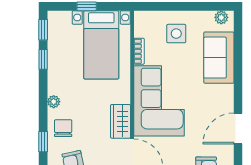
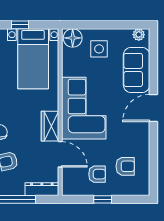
floor lamp: (146, 21) -> (73, 38), added
bookcase: (139, 51) -> (66, 64), removed
door: (238, 128) -> (153, 108), moved

